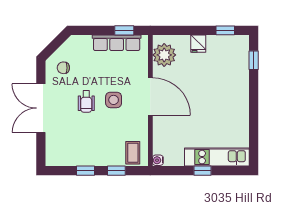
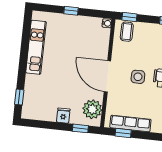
window: (225, 30) -> (80, 128), moved
kitchen unit: (217, 157) -> (36, 47), moved, turned -90
window: (116, 171) -> (129, 17), moved

